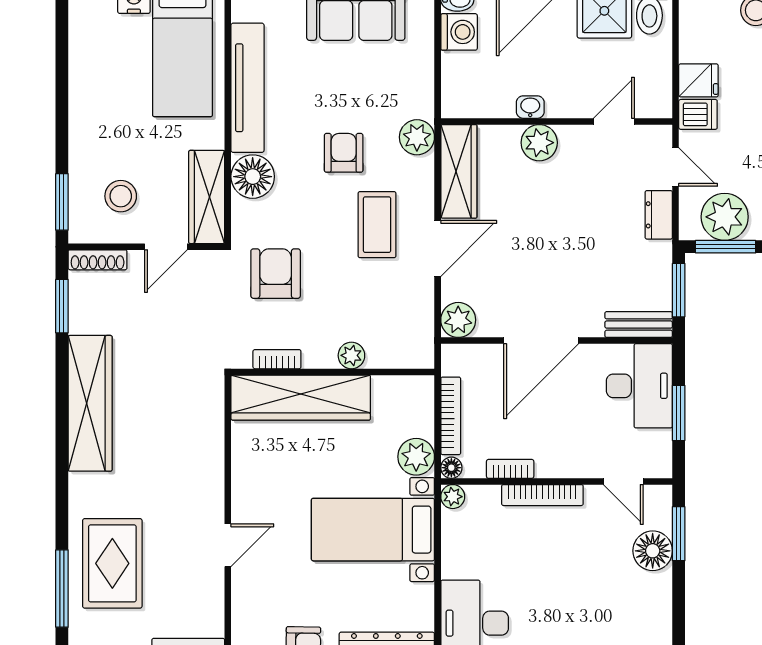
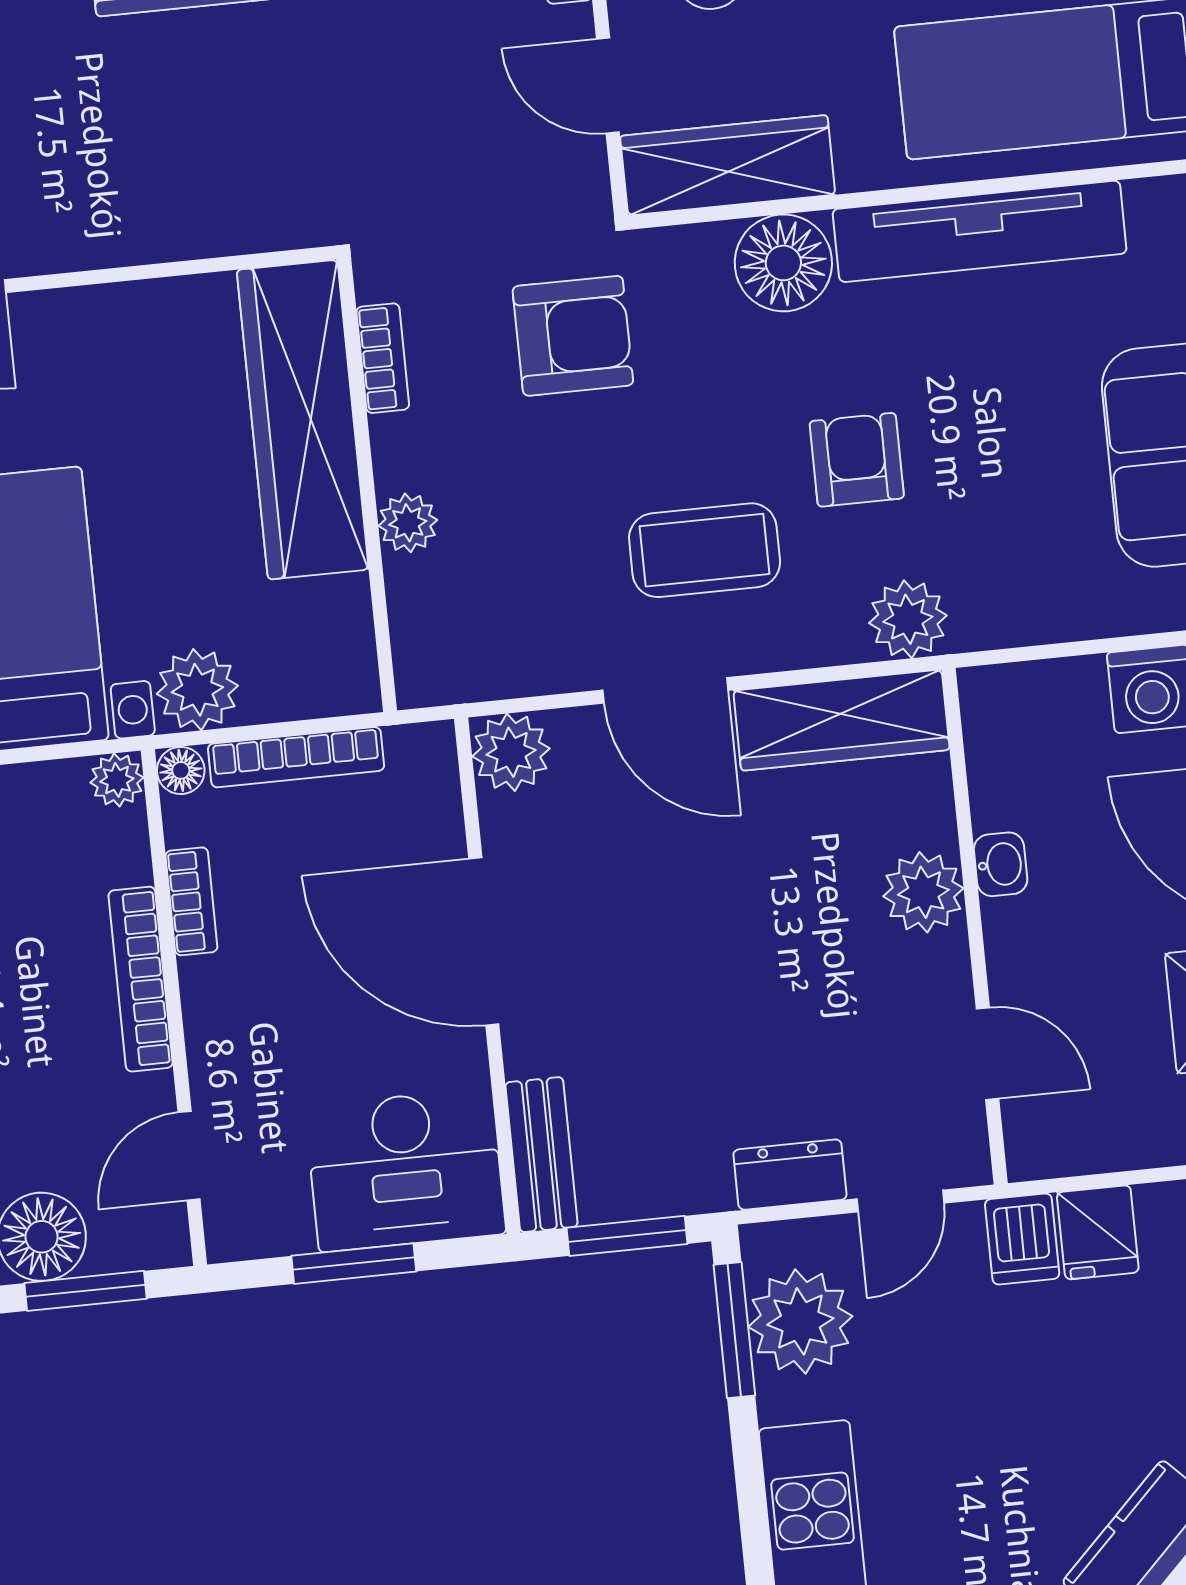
armchair: (344, 153) -> (857, 460), turned -90

